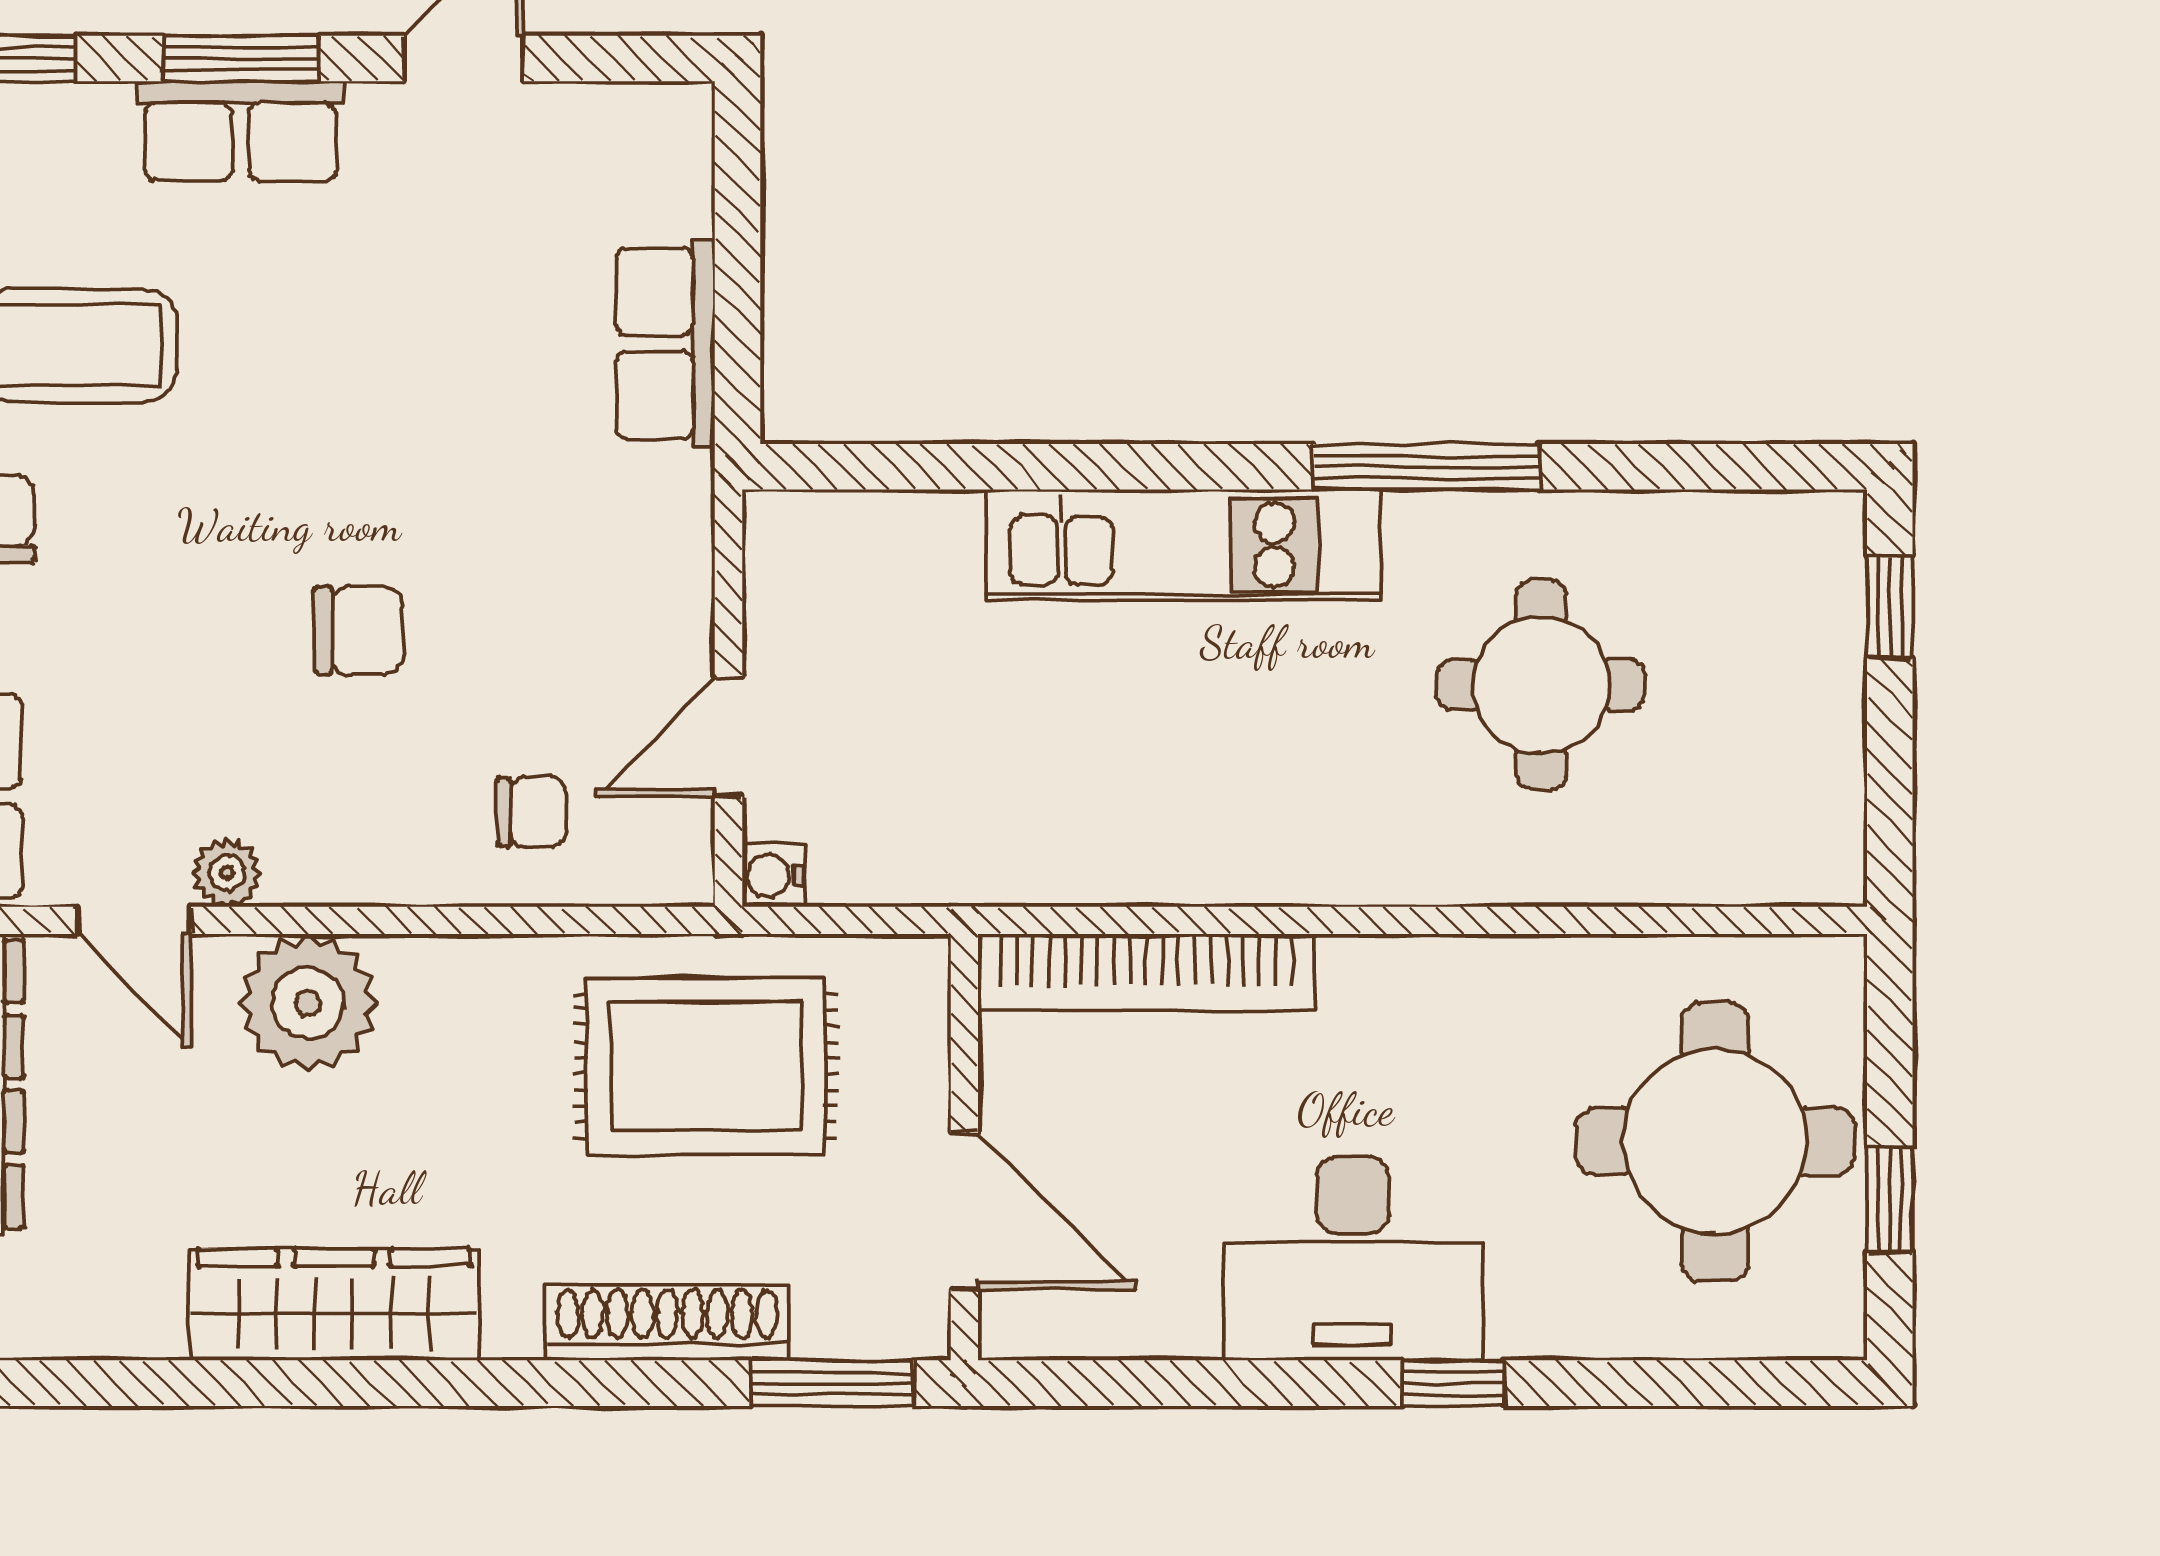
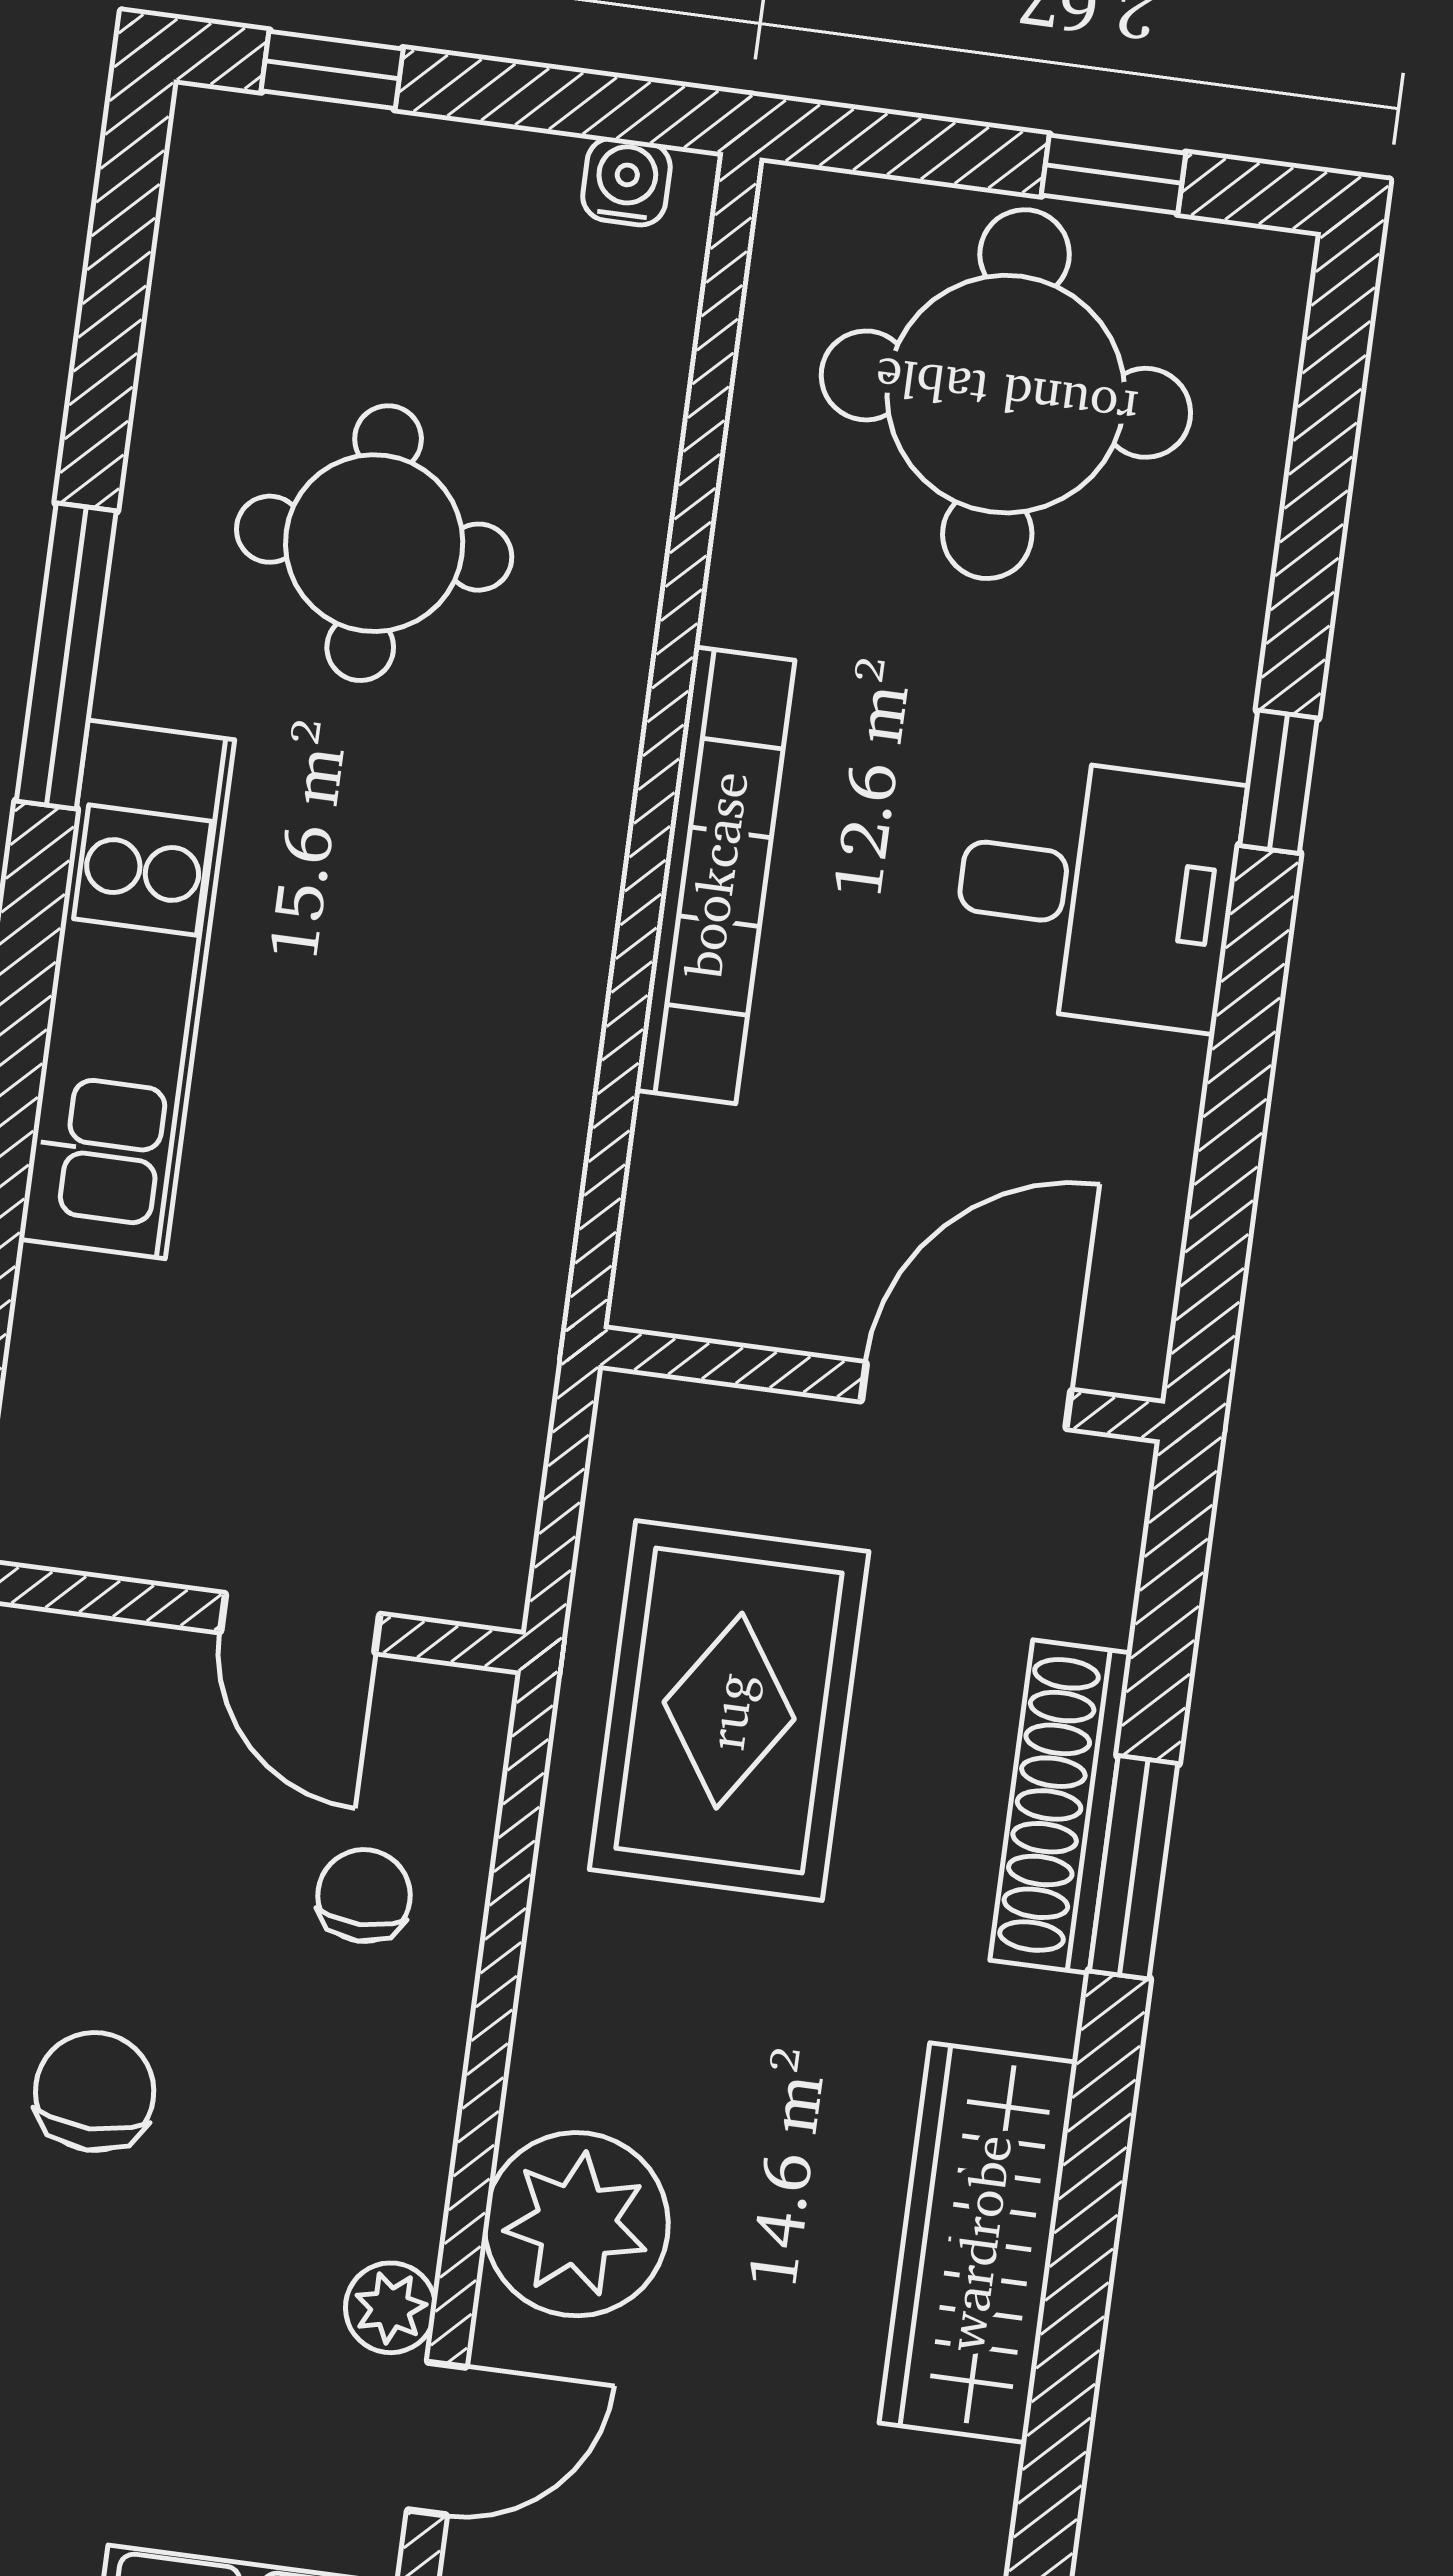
water cooler: (773, 876) -> (626, 181), moved, turned 180
bookcase: (1146, 972) -> (715, 875), moved
desk: (1353, 1258) -> (1097, 892), width x0.73
window: (832, 1383) -> (1134, 1867), moved

